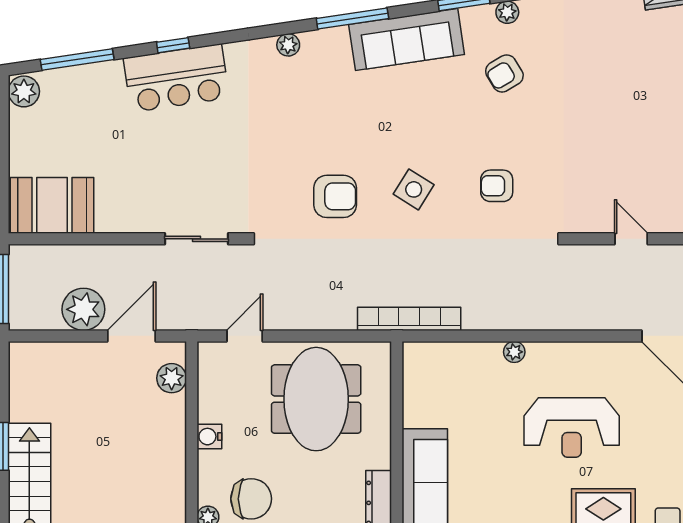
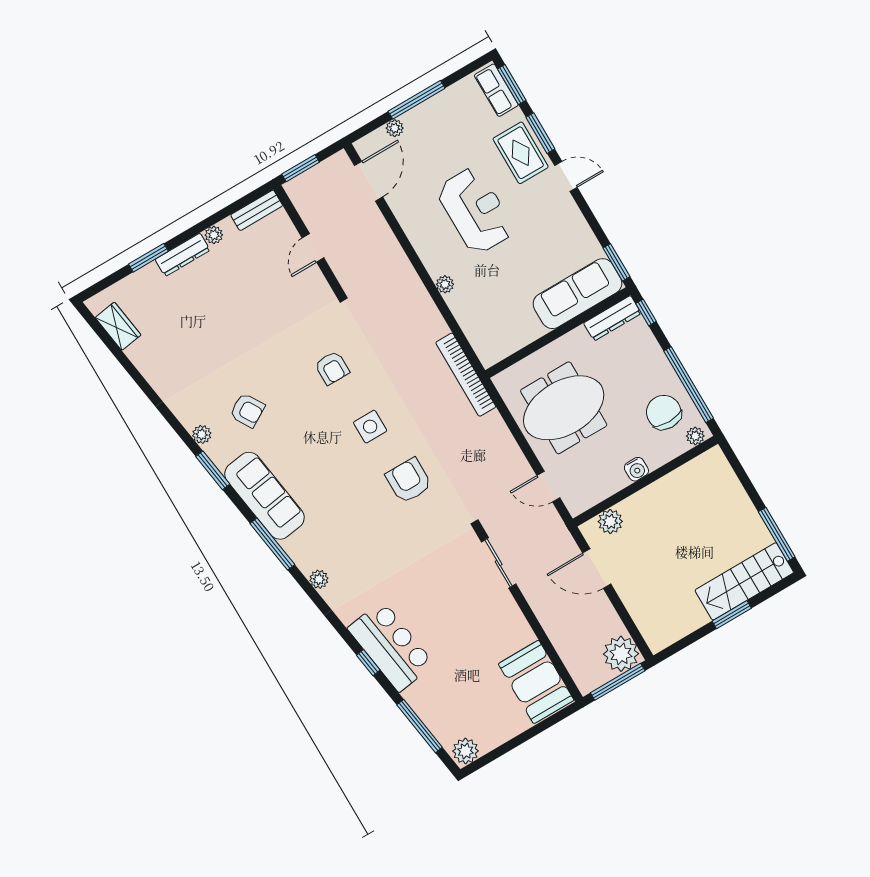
side table: (414, 189) -> (370, 427), turned -32
plant: (83, 309) -> (621, 654), moved

